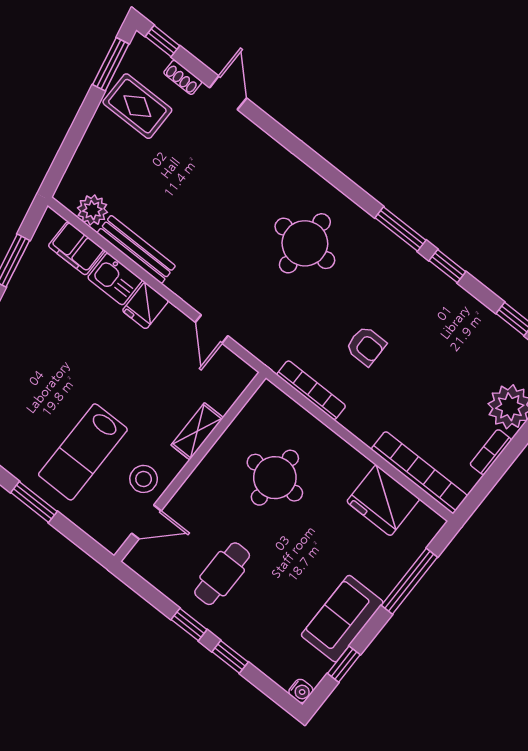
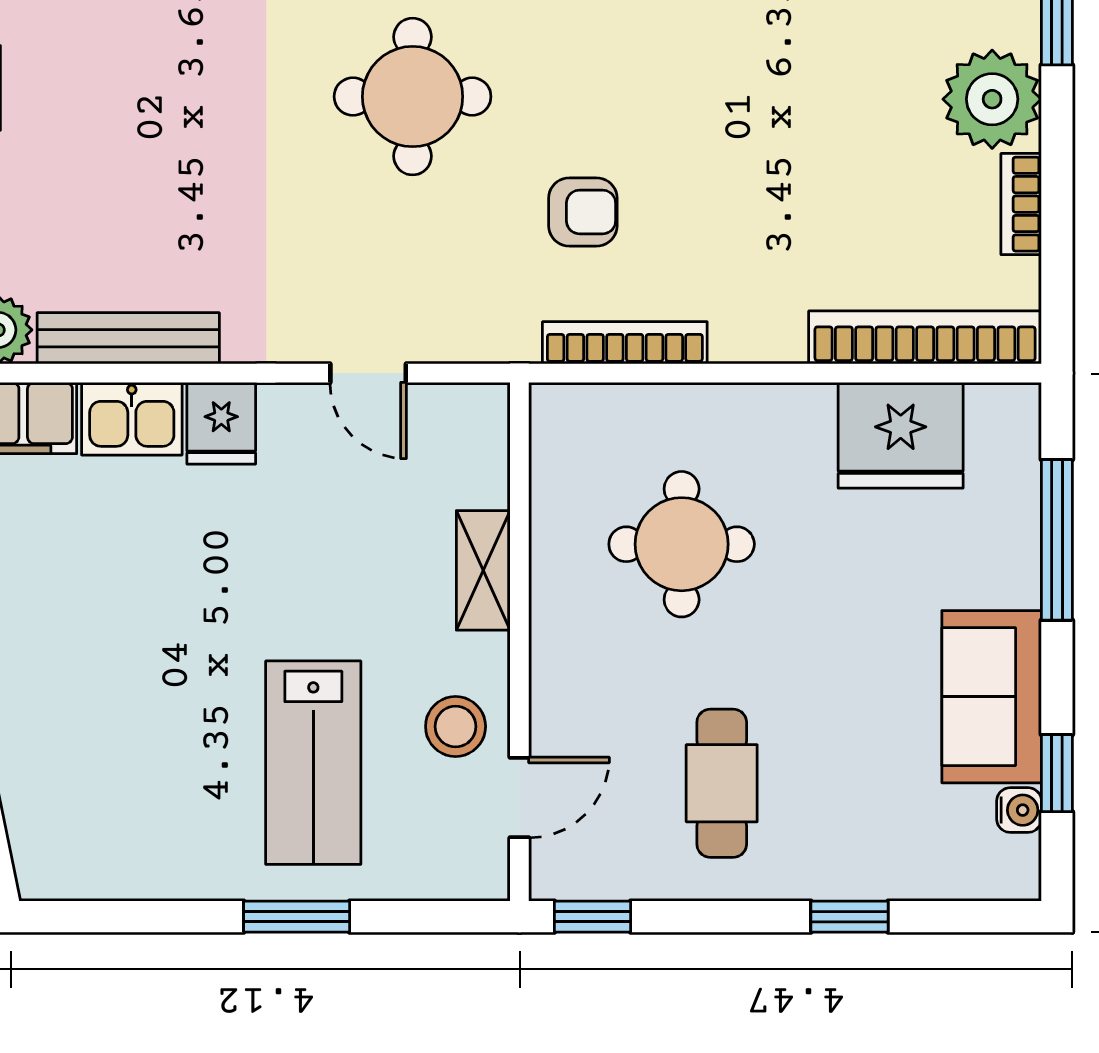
armchair: (366, 346) -> (583, 212), moved
window: (189, 624) -> (593, 917), moved
water cooler: (301, 691) -> (1019, 810), moved

